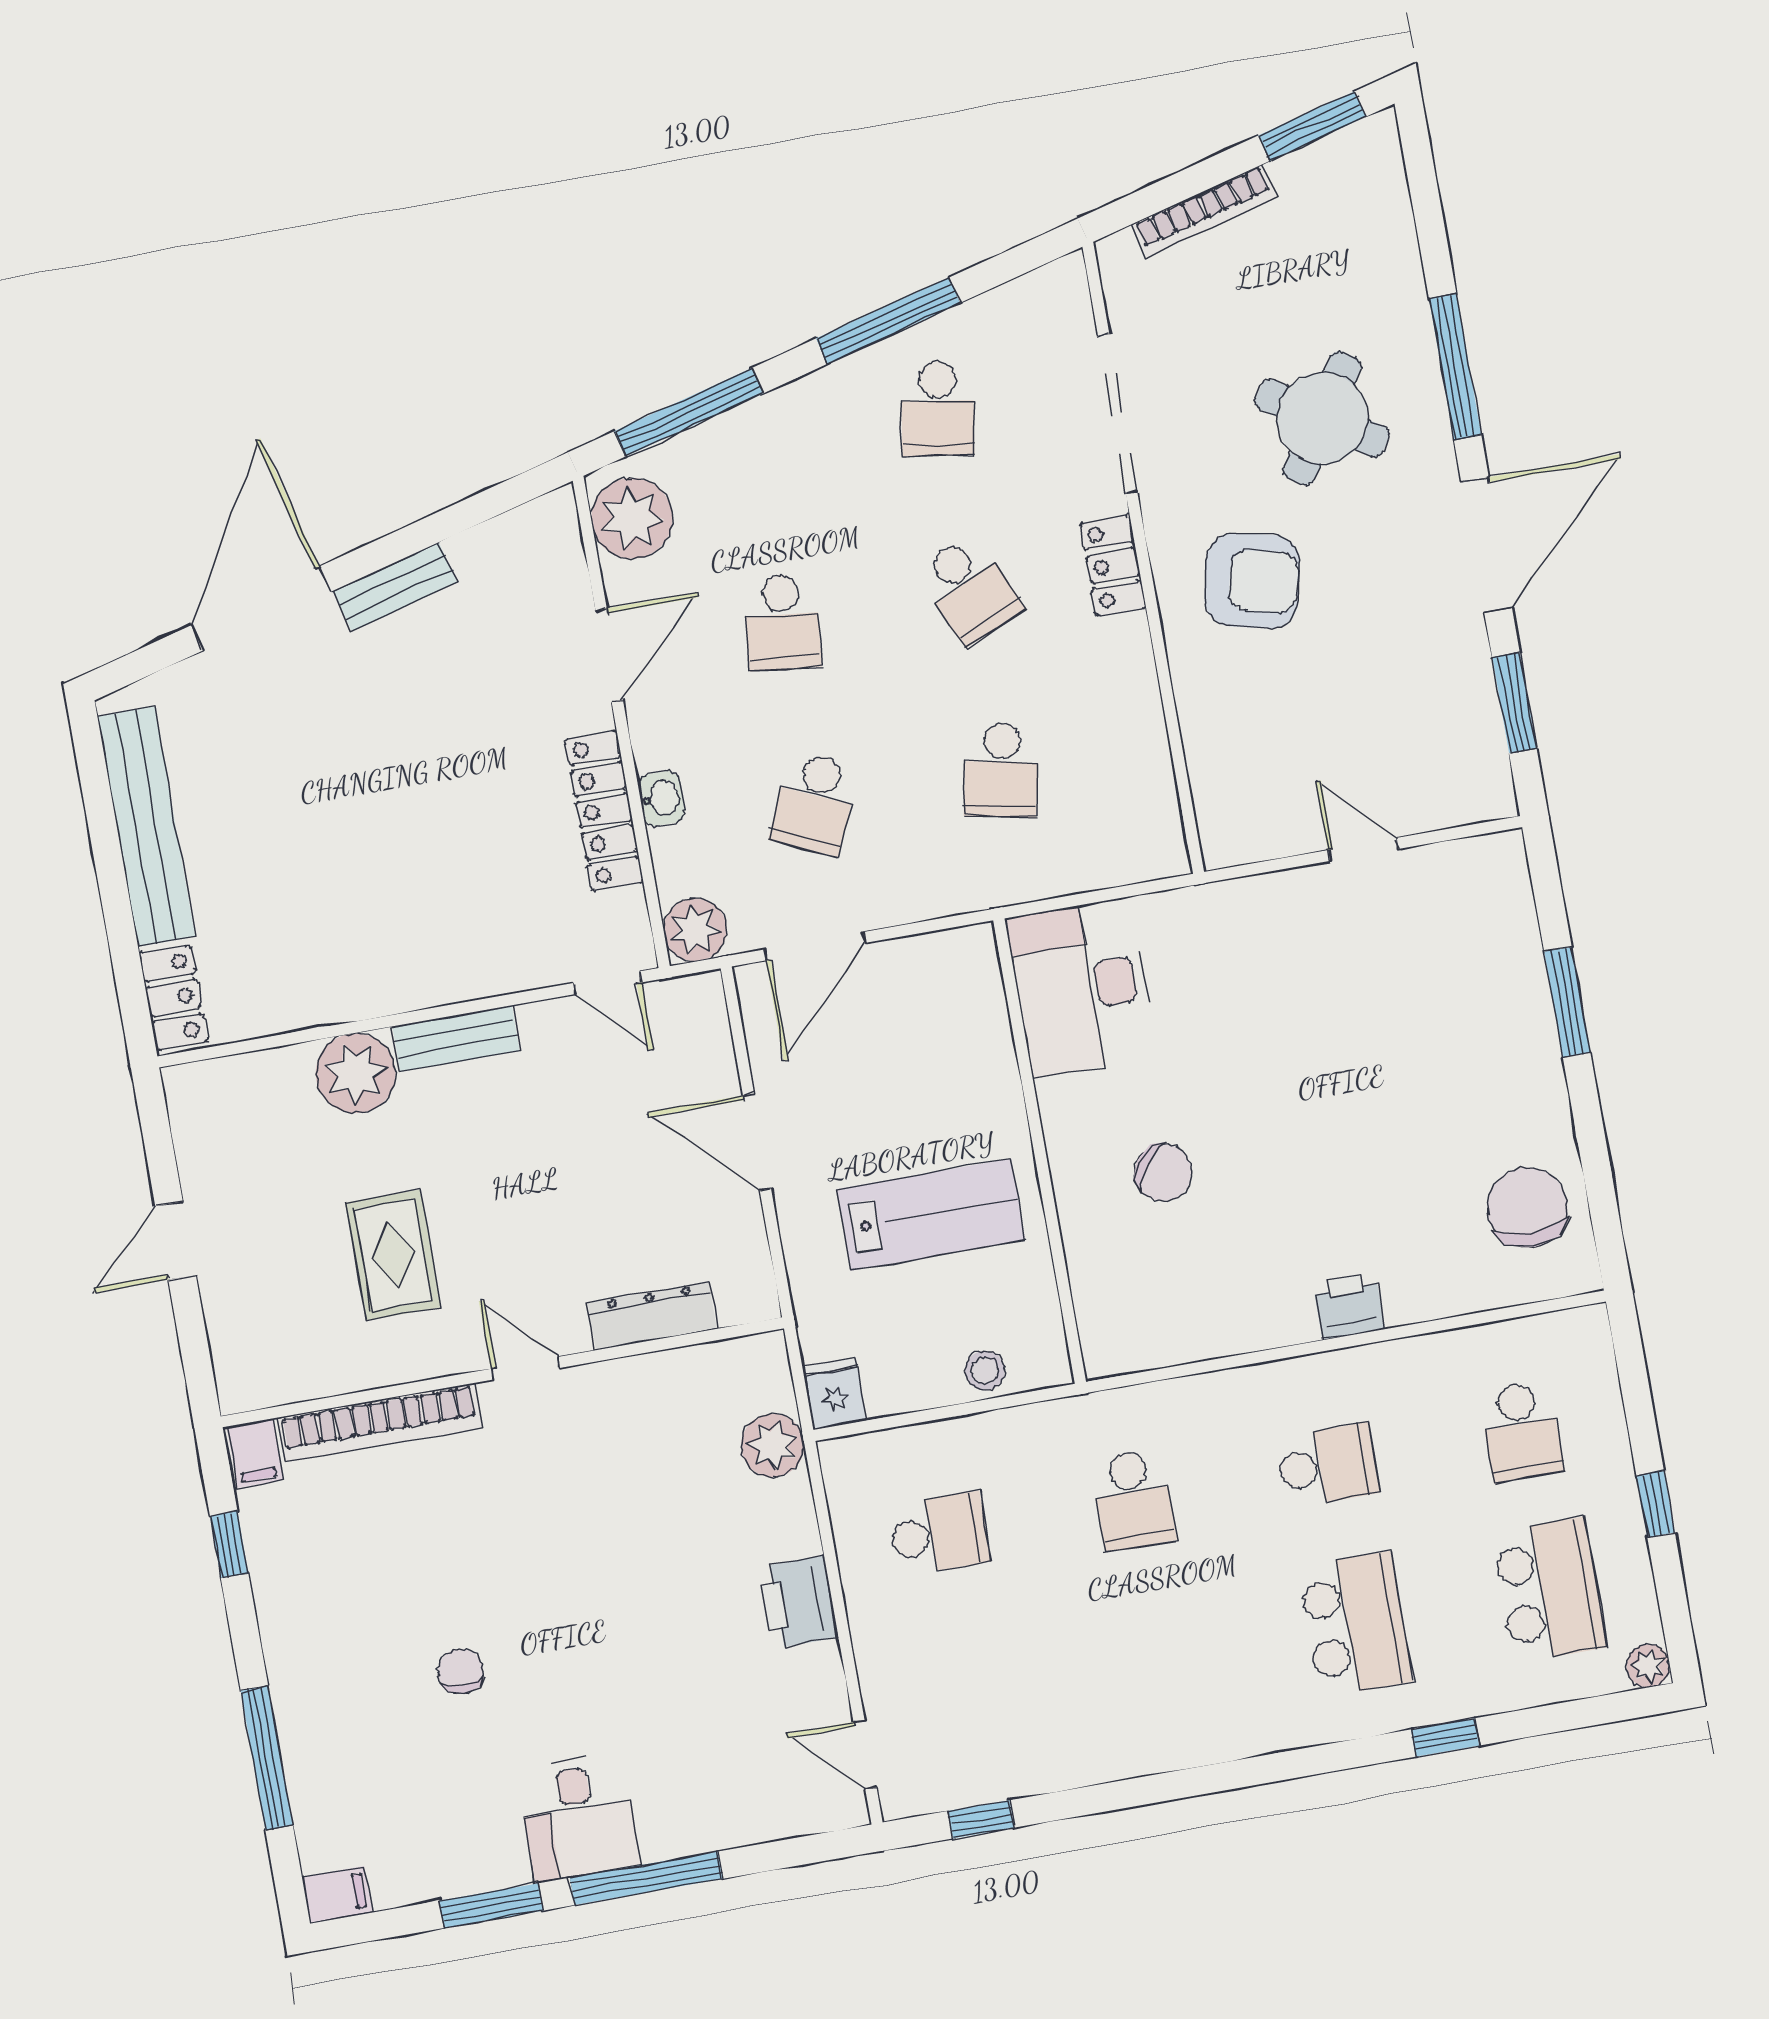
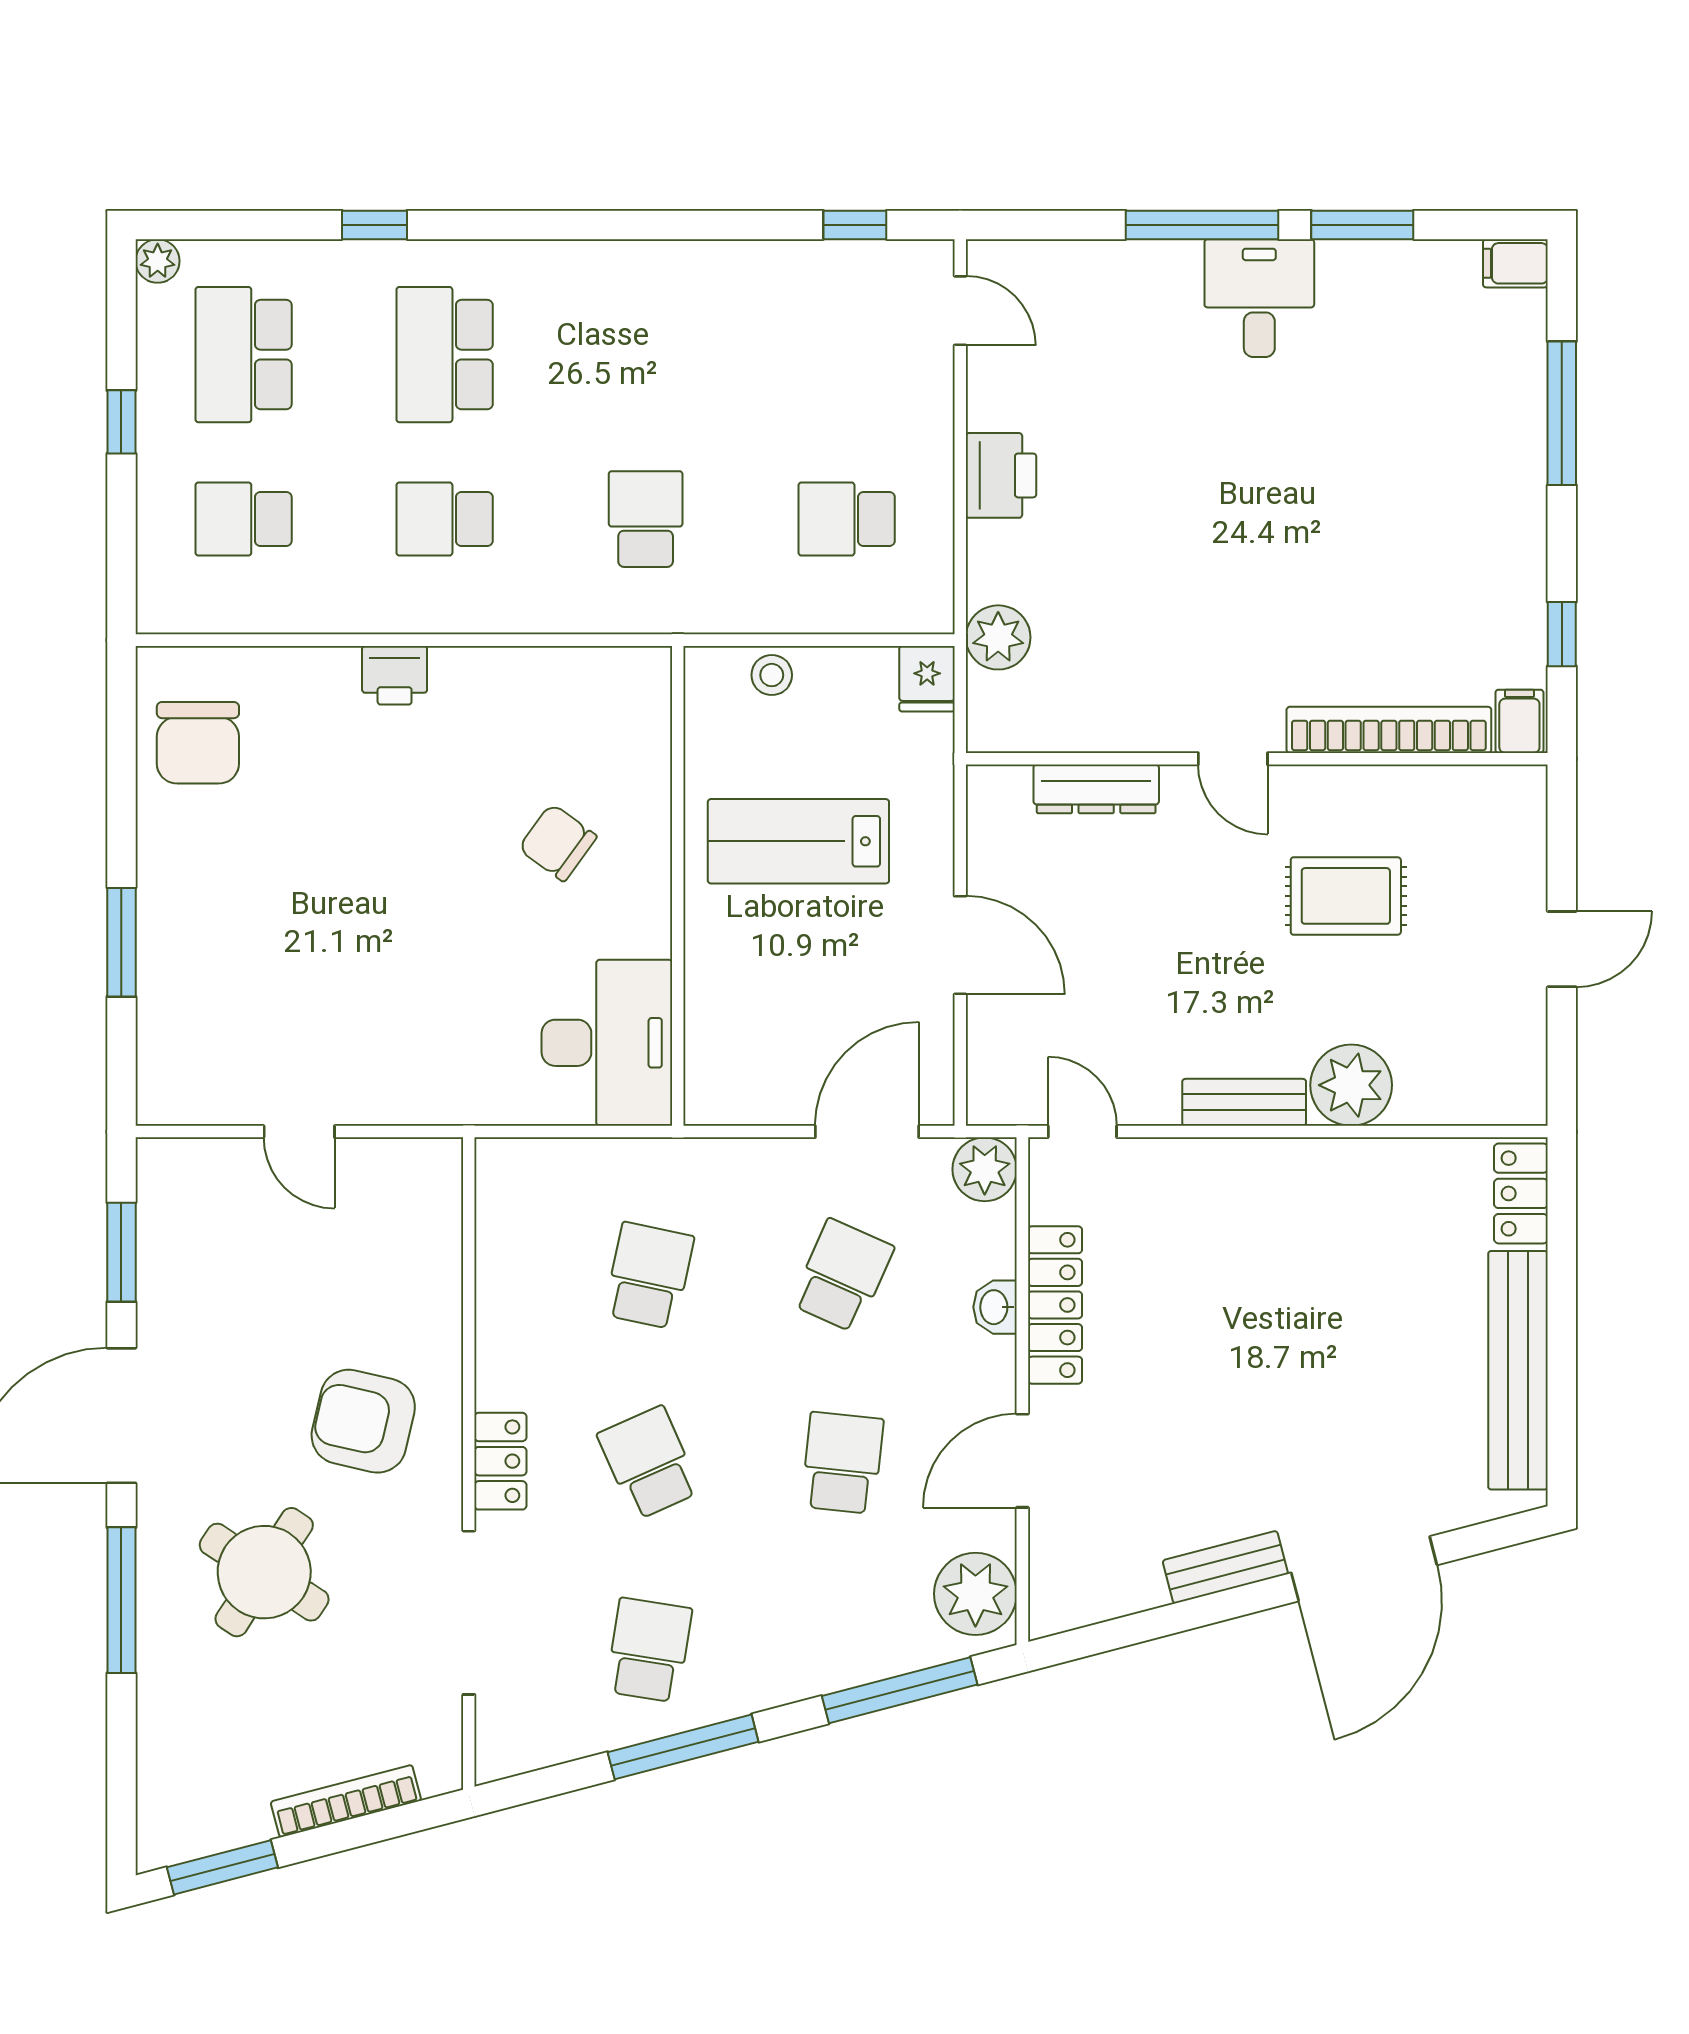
rug: (393, 1255) -> (1346, 896), turned 90
school desk: (1521, 1431) -> (244, 519), turned -90
chair: (461, 1671) -> (1352, 466), removed

